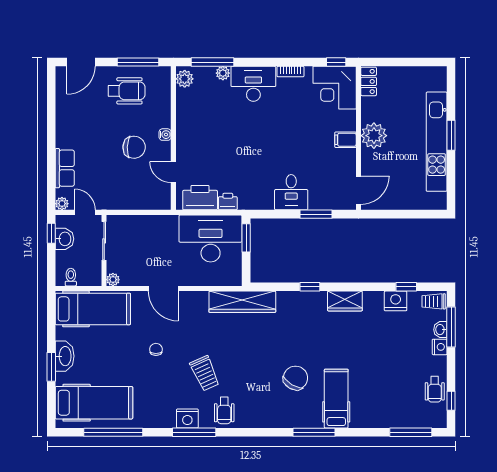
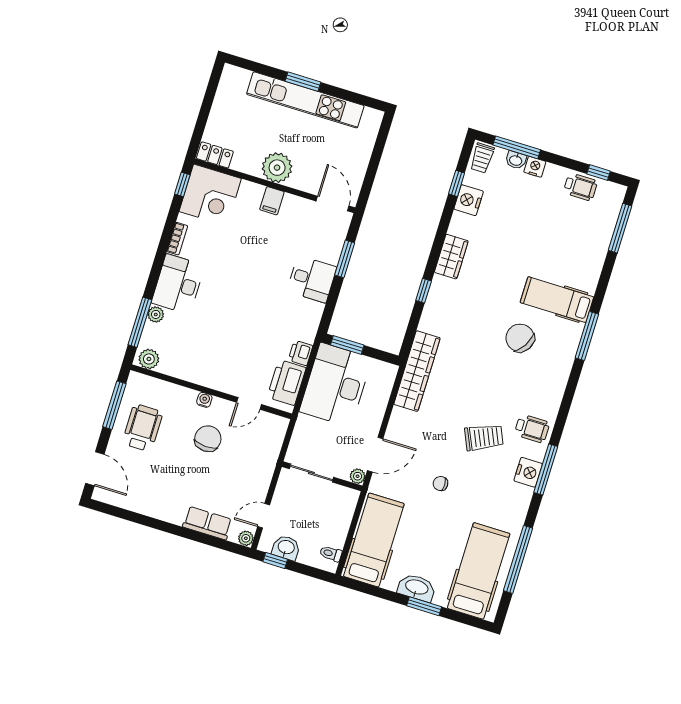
sliding door: (104, 241) -> (311, 473), moved
wall: (104, 250) -> (322, 476), moved
plant: (113, 280) -> (358, 476), moved

